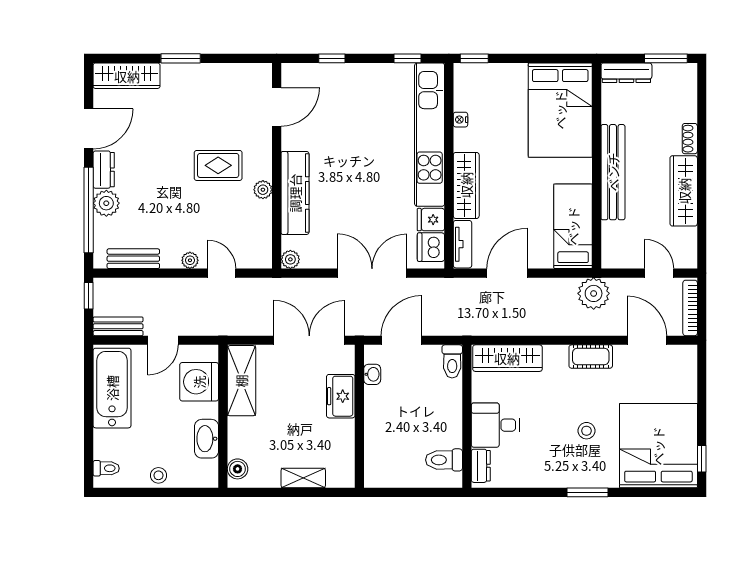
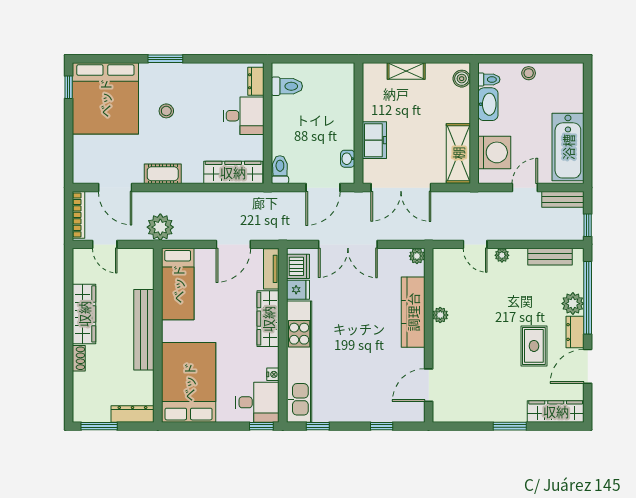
desk: (479, 87) -> (257, 402), added
rug: (218, 165) -> (534, 346), moved, turned 90
toilet: (106, 468) -> (489, 79), moved, turned 180

